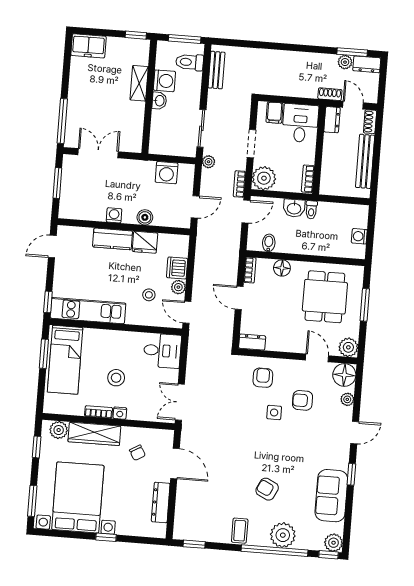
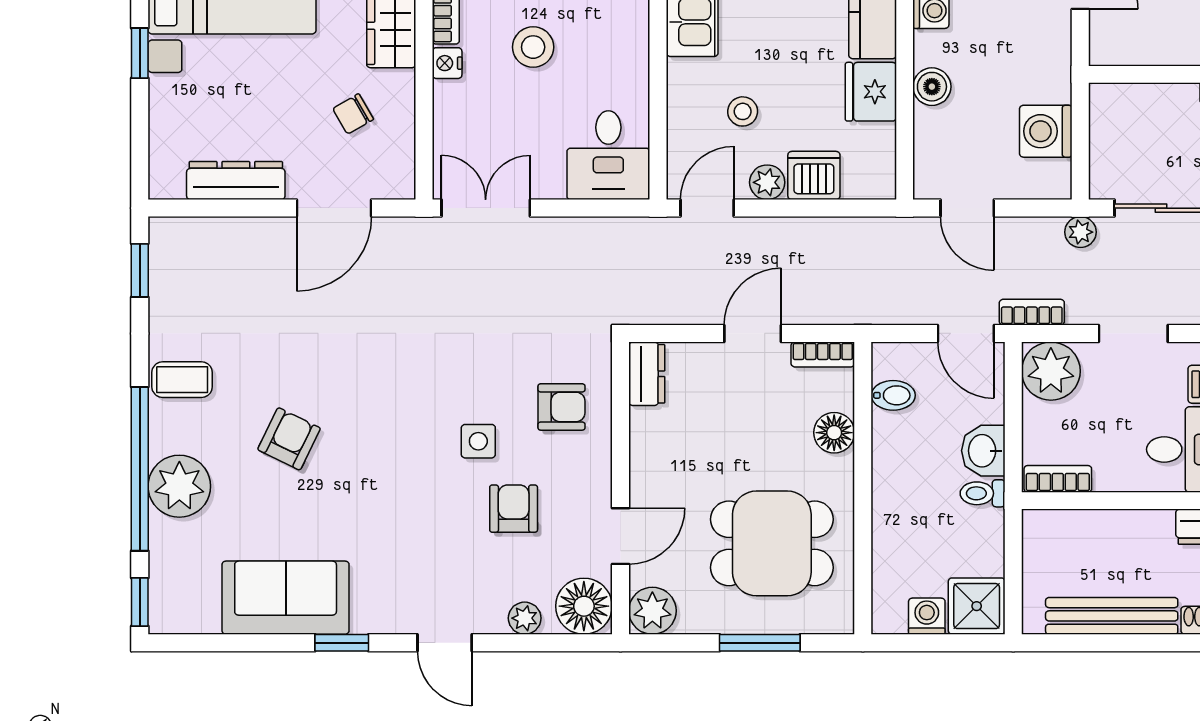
shower: (357, 216) -> (977, 606), added
plant: (334, 543) -> (171, 612), removed

